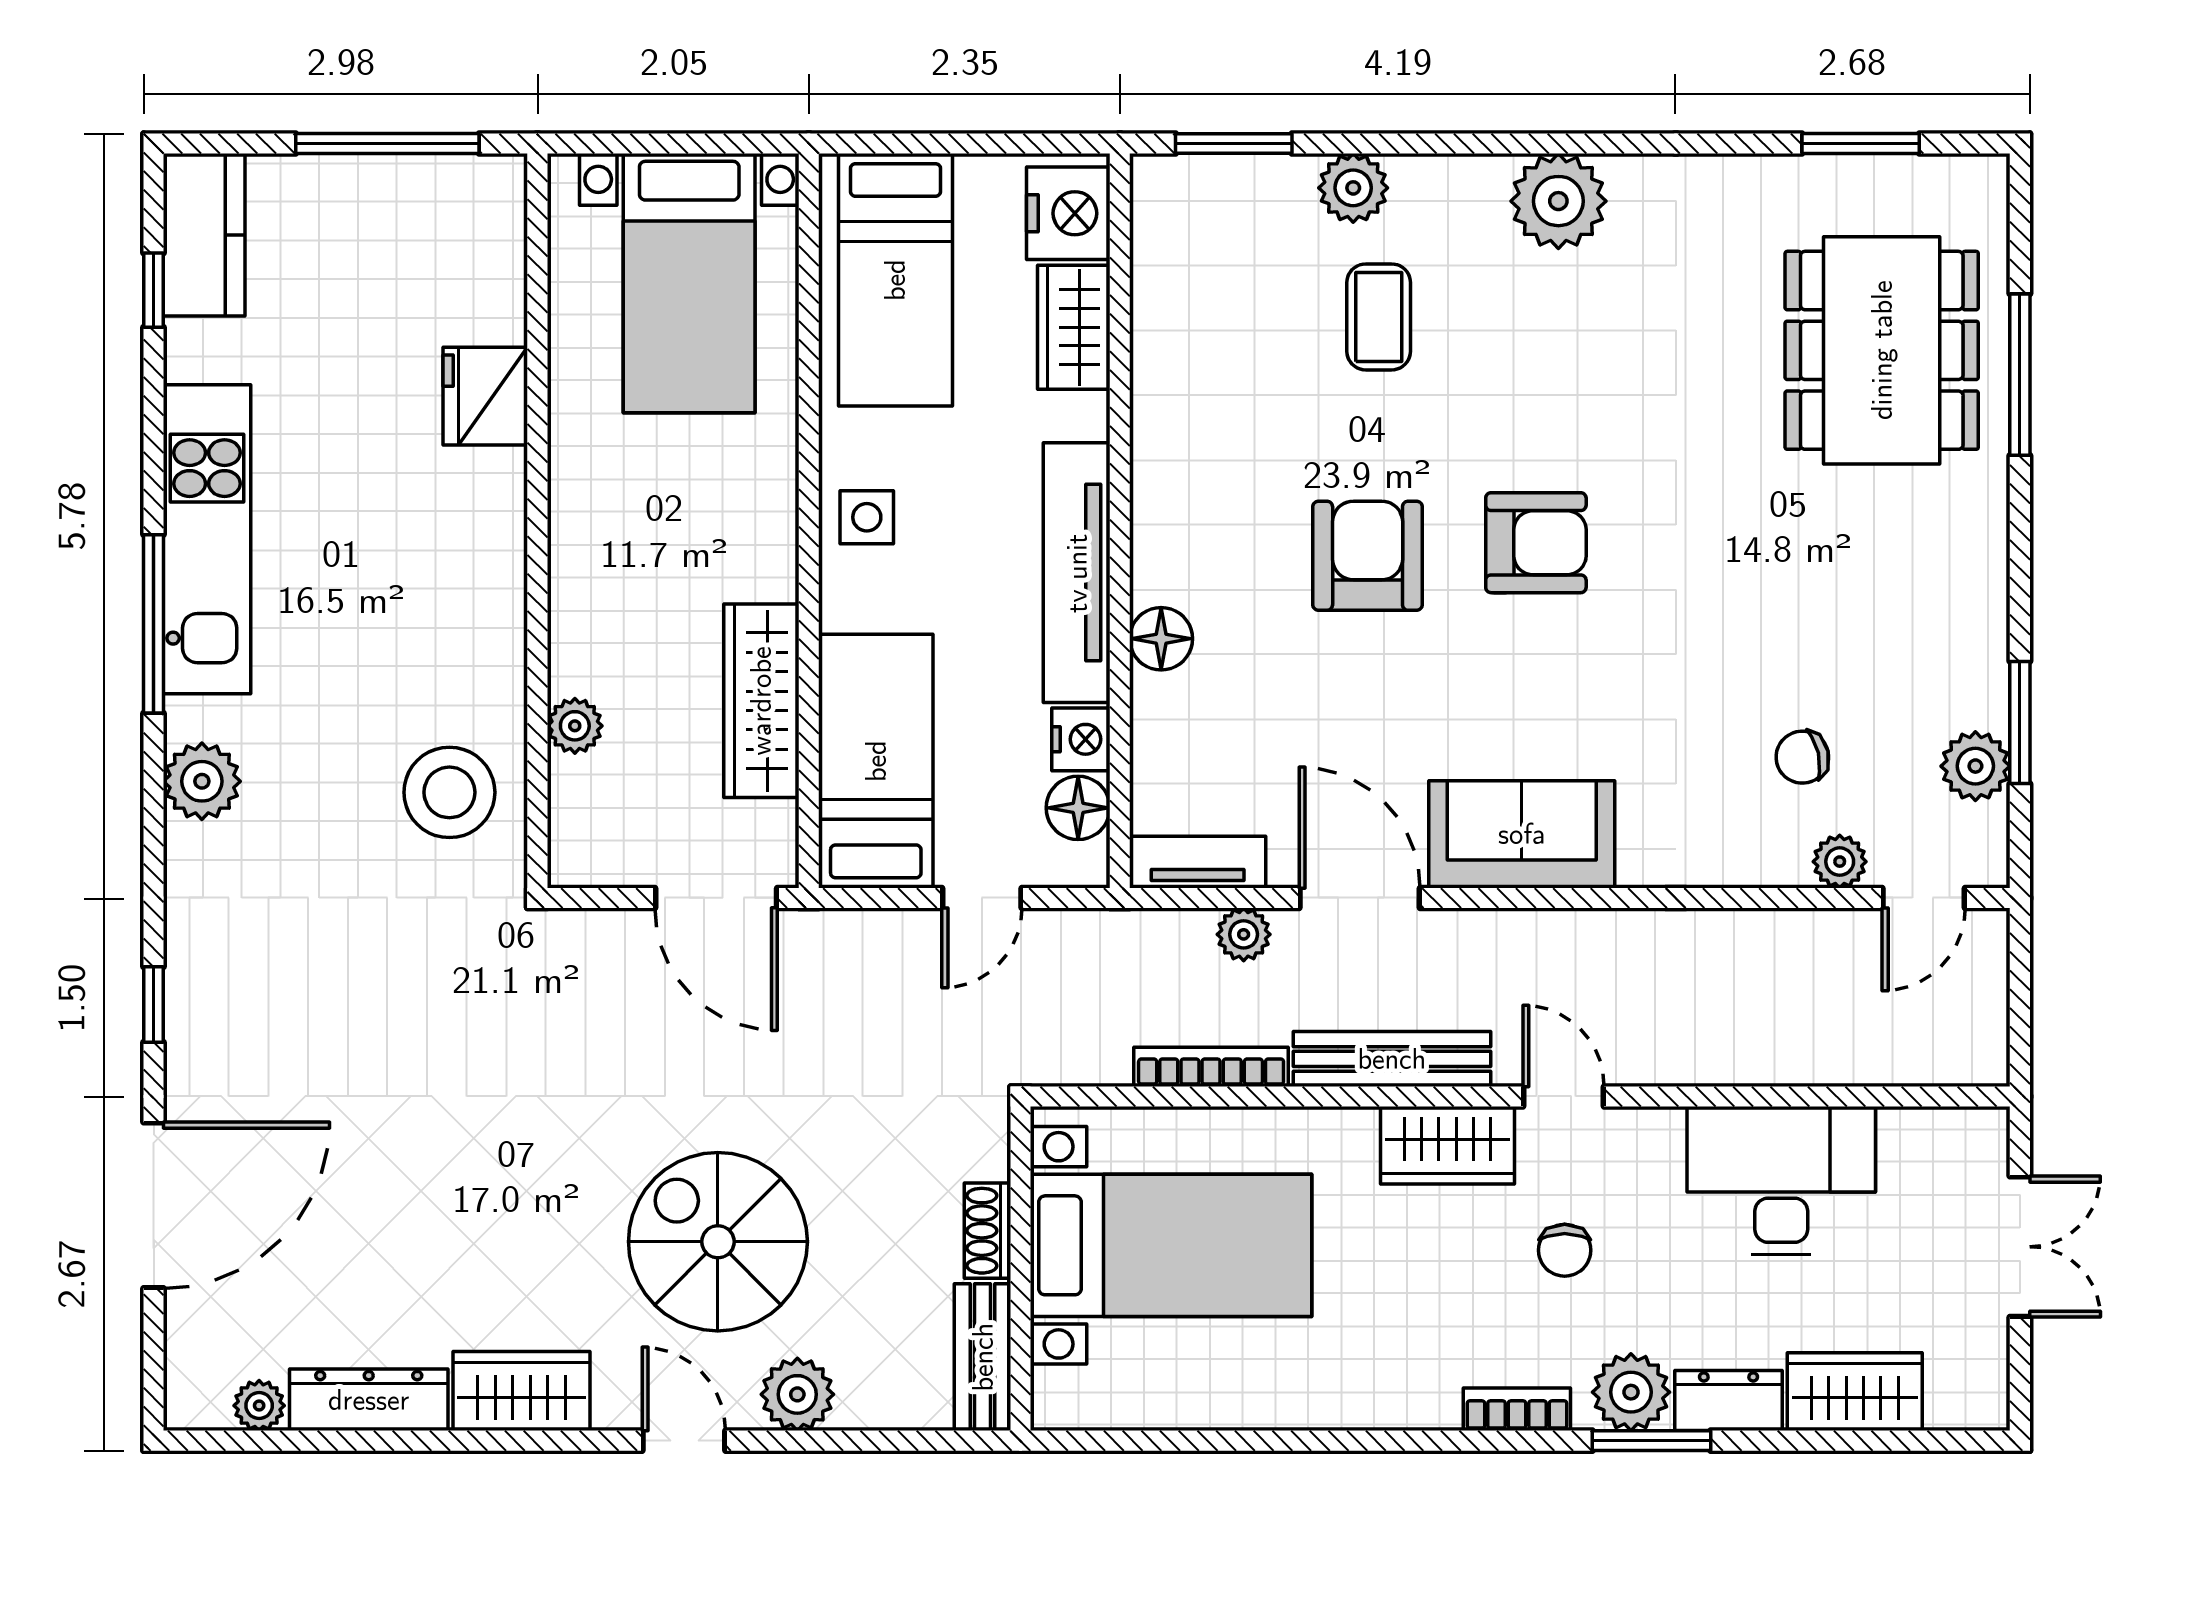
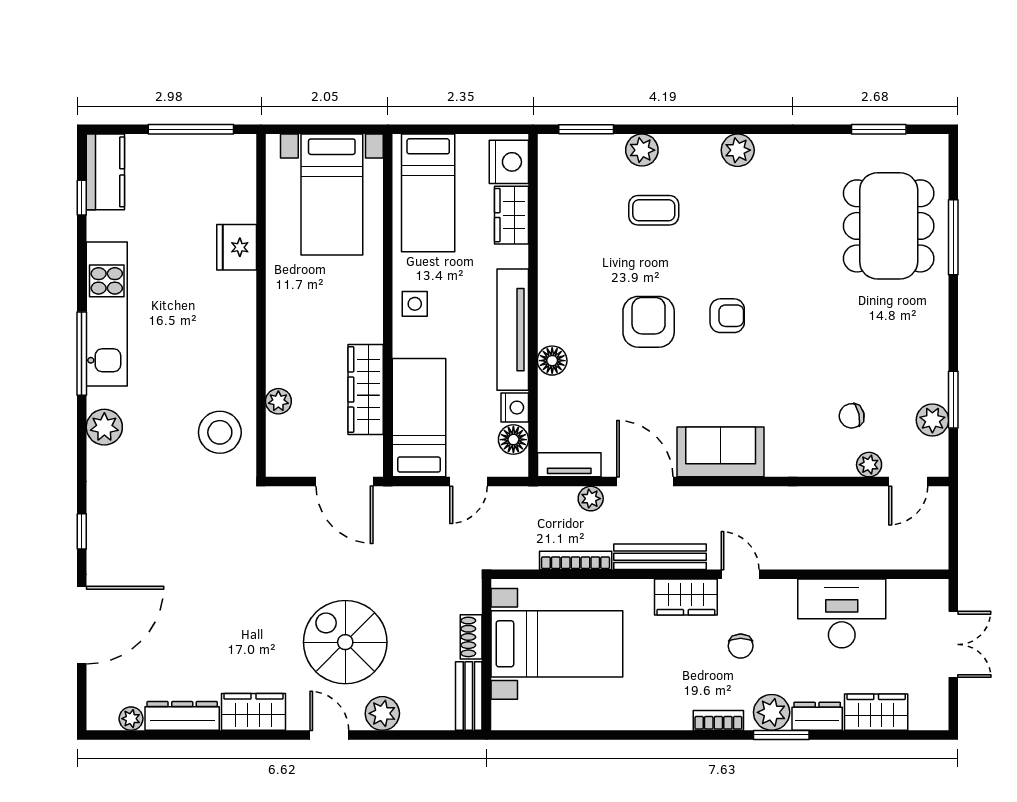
plant: (1558, 201) -> (738, 150), width x0.73, depth x0.73
coffee table: (1379, 317) -> (654, 210), turned 90
armchair: (1536, 543) -> (727, 316), width x0.72, depth x0.72

